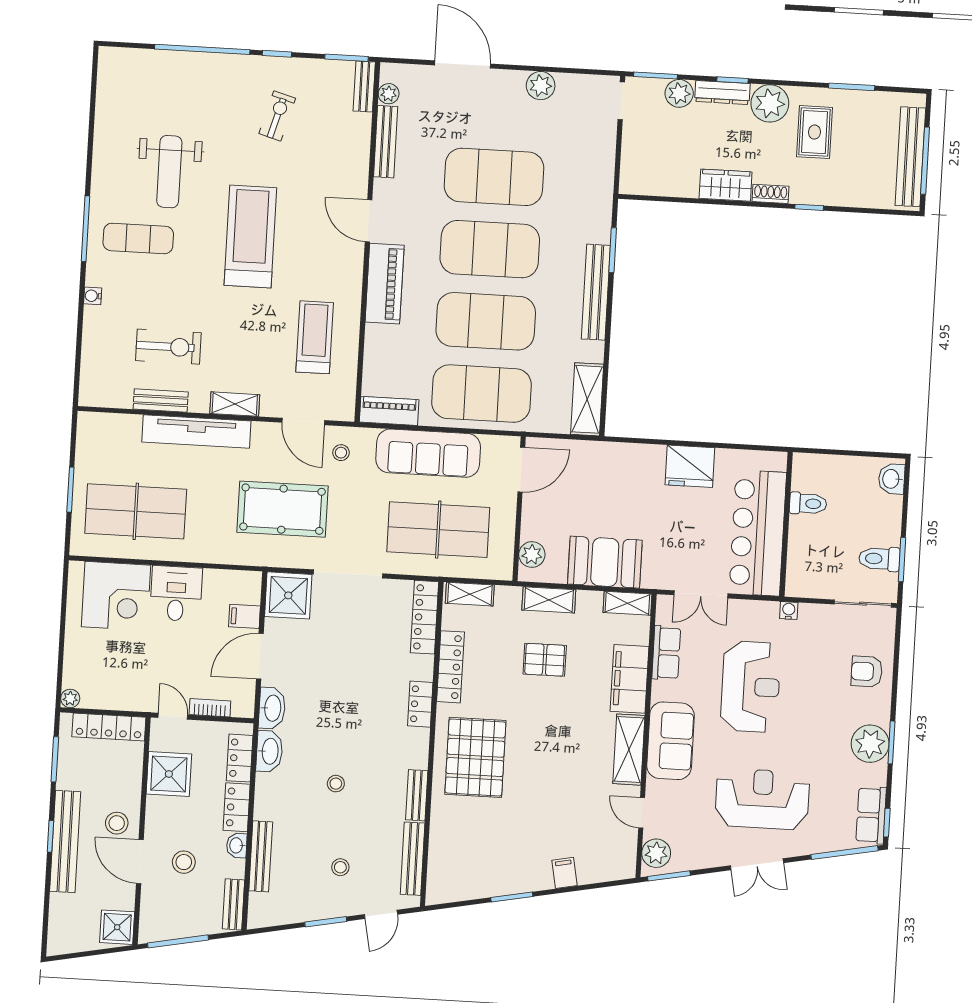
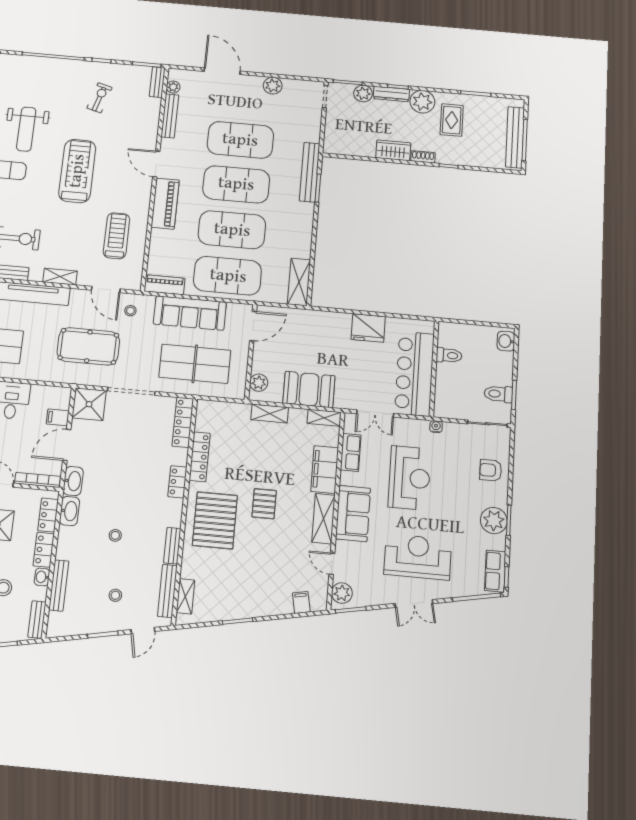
bench: (596, 292) -> (310, 172), moved
shelving: (470, 594) -> (185, 596), moved, turned 90
pallet: (545, 660) -> (264, 504), moved, turned 90
bookcase: (210, 708) -> (37, 480), width x1.56
filing cabinet: (565, 873) -> (301, 602), moved

